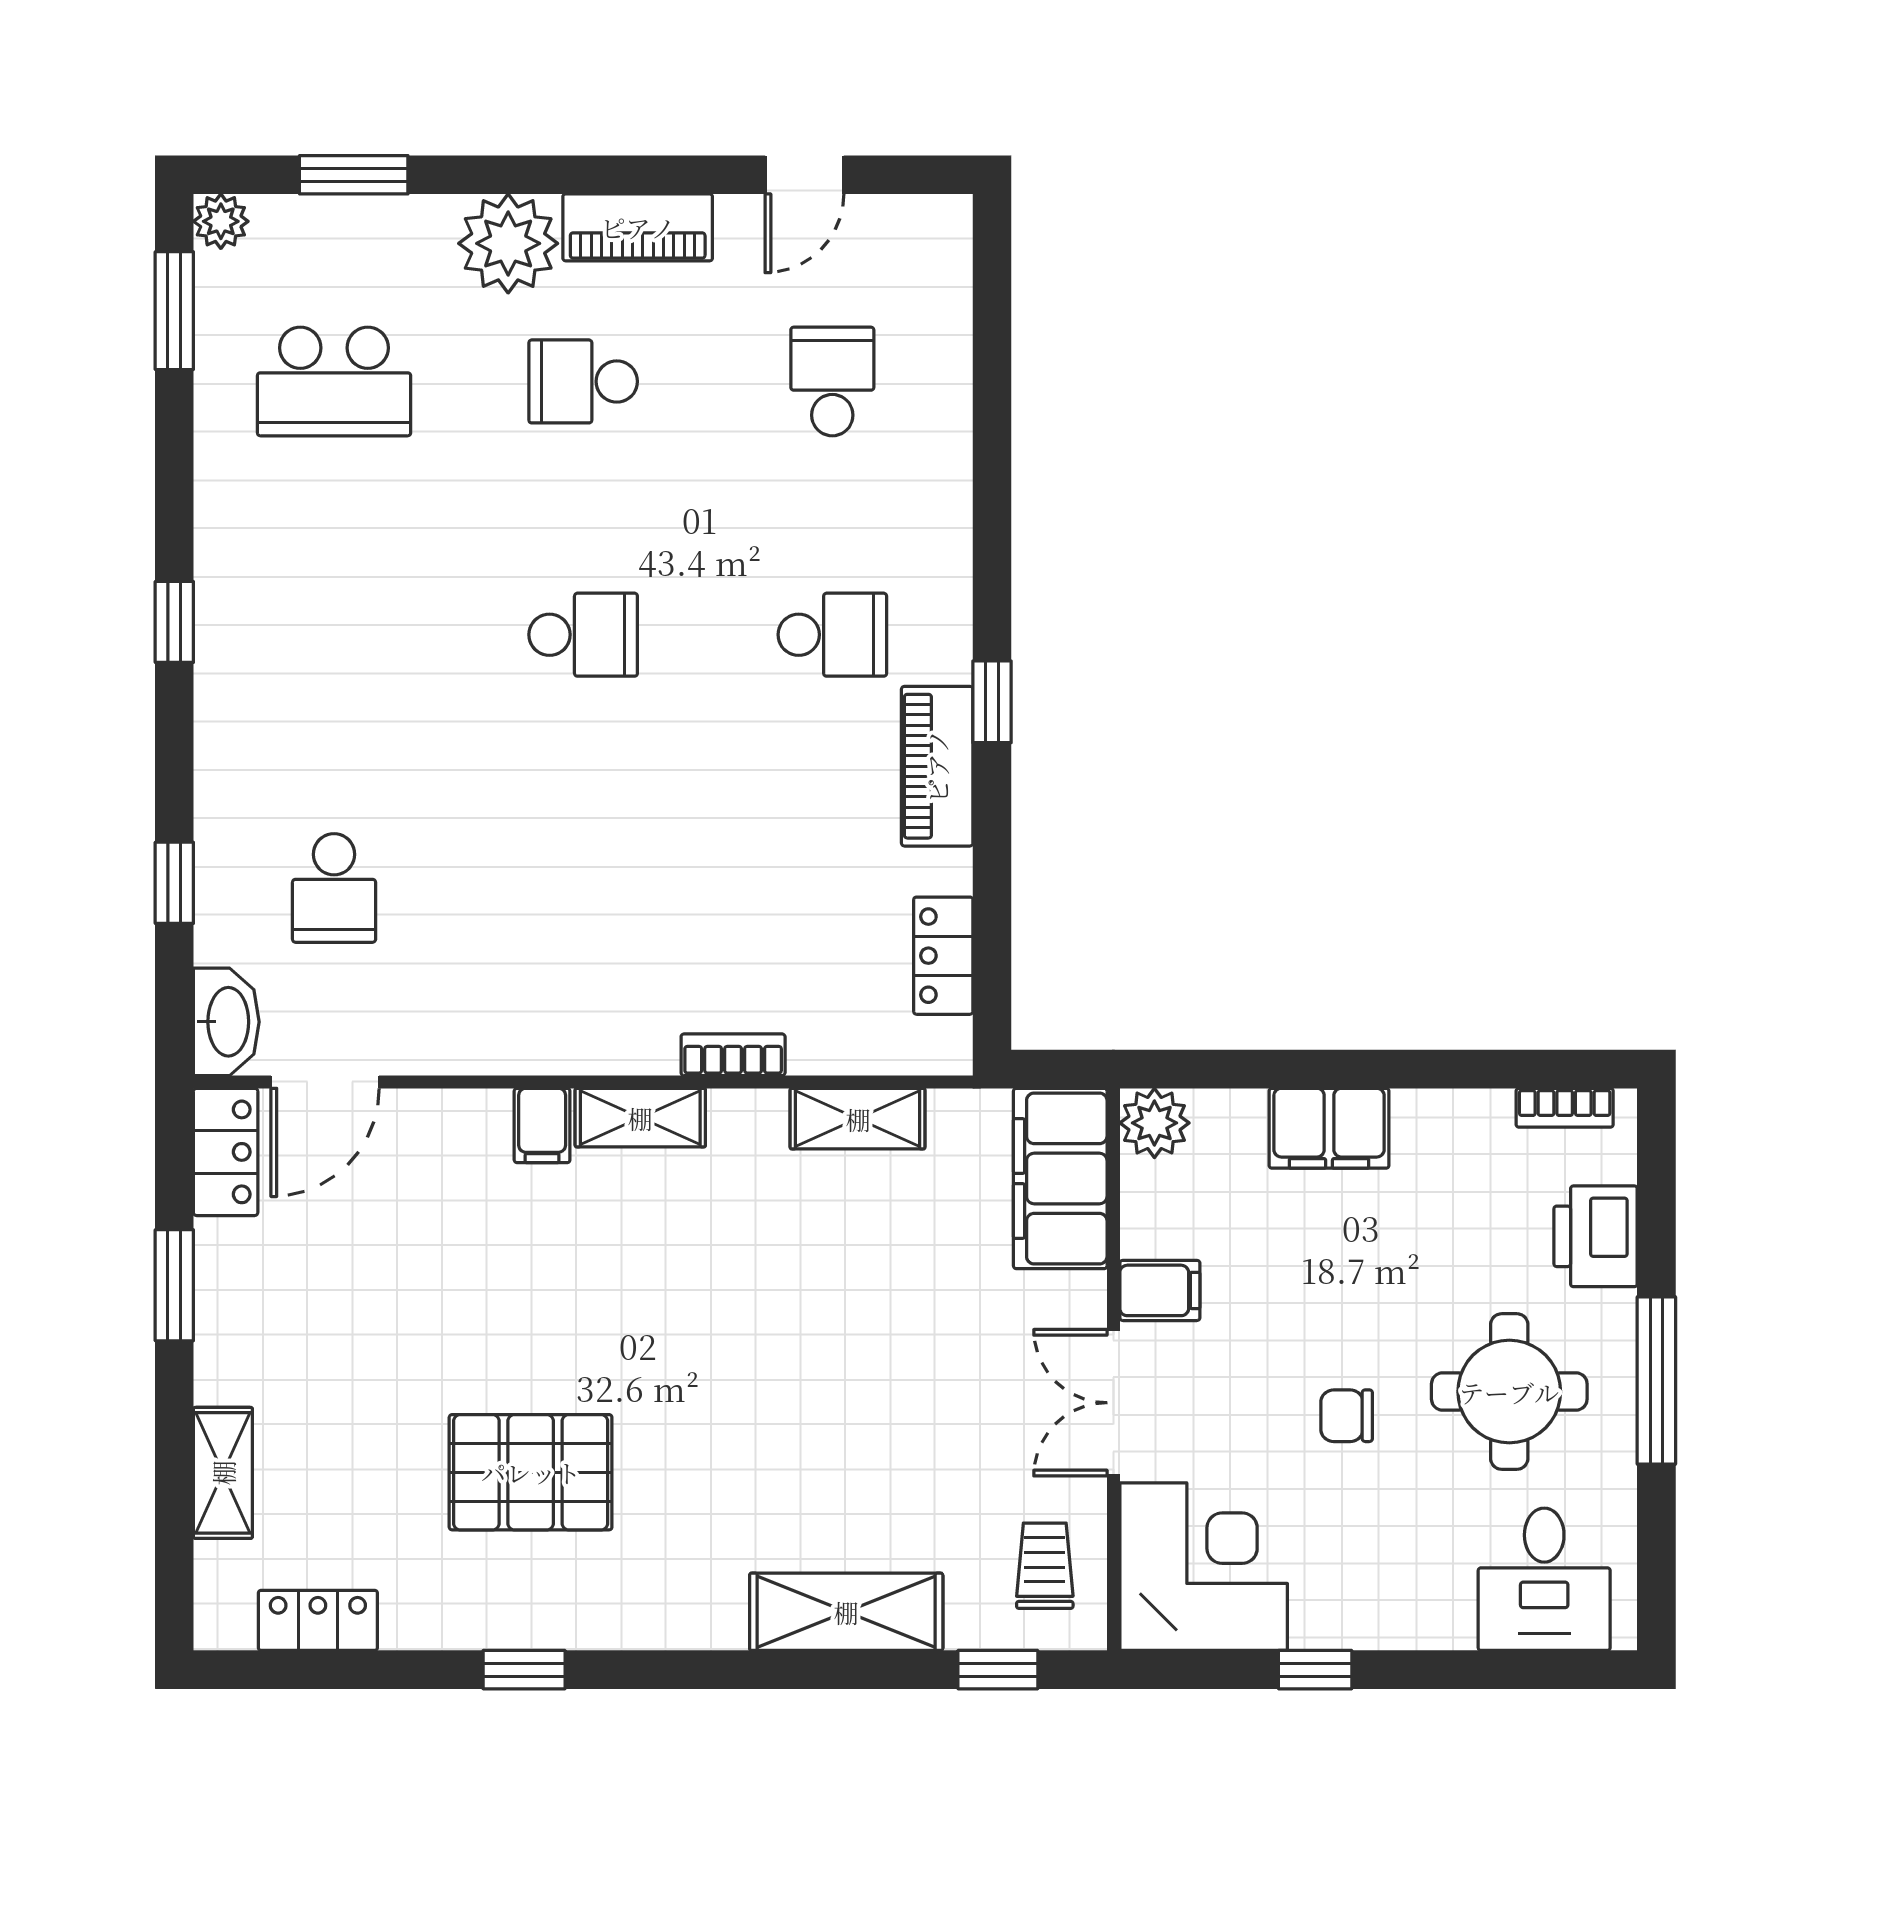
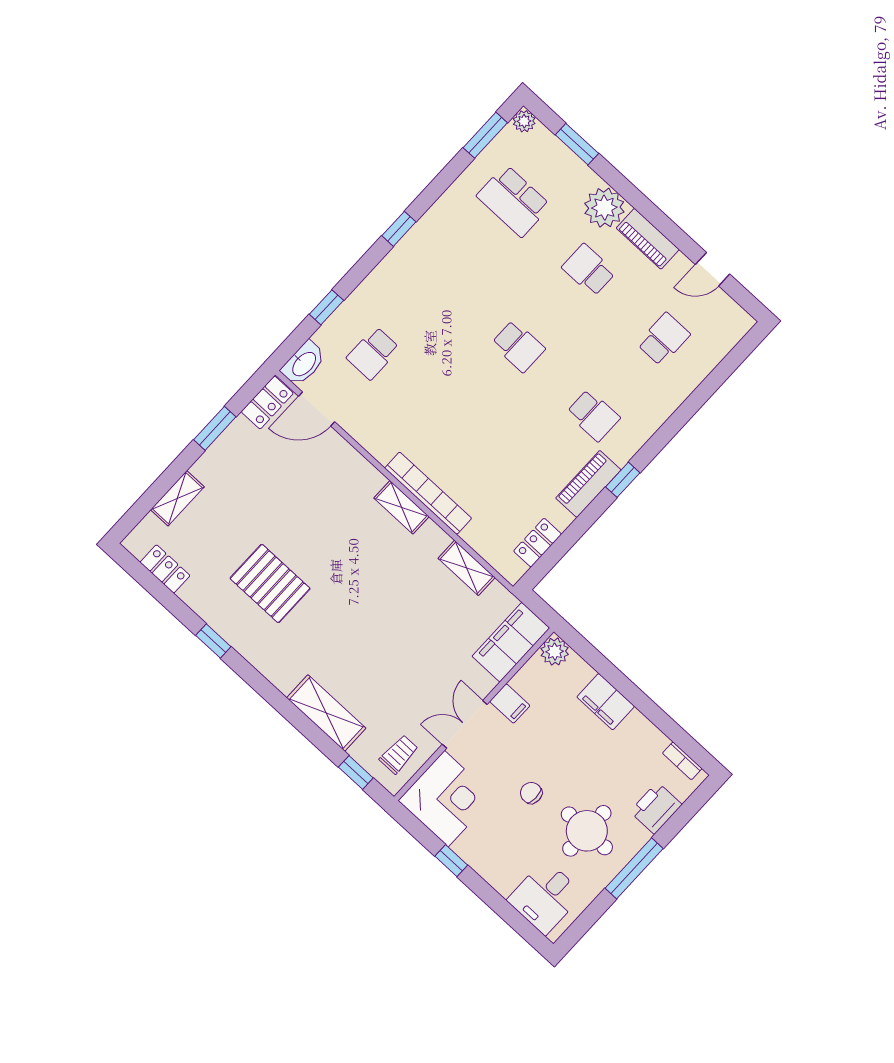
bookcase: (733, 1055) -> (428, 493), width x2.31, depth x1.31
filing cabinet: (542, 1125) -> (370, 482), removed

